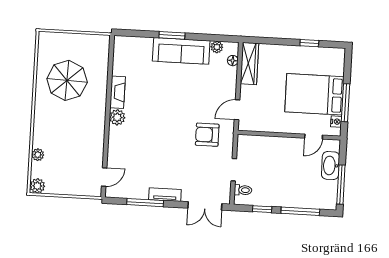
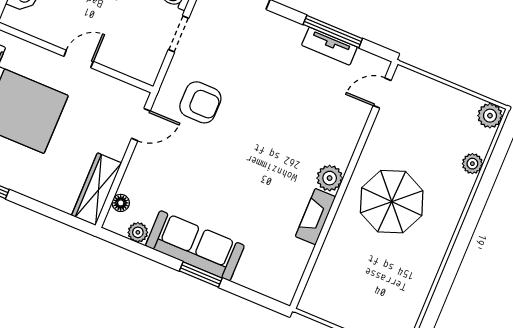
parasol: (67, 80) -> (392, 202), moved
door: (314, 137) -> (79, 59), moved
tv unit: (165, 195) -> (329, 46), moved

